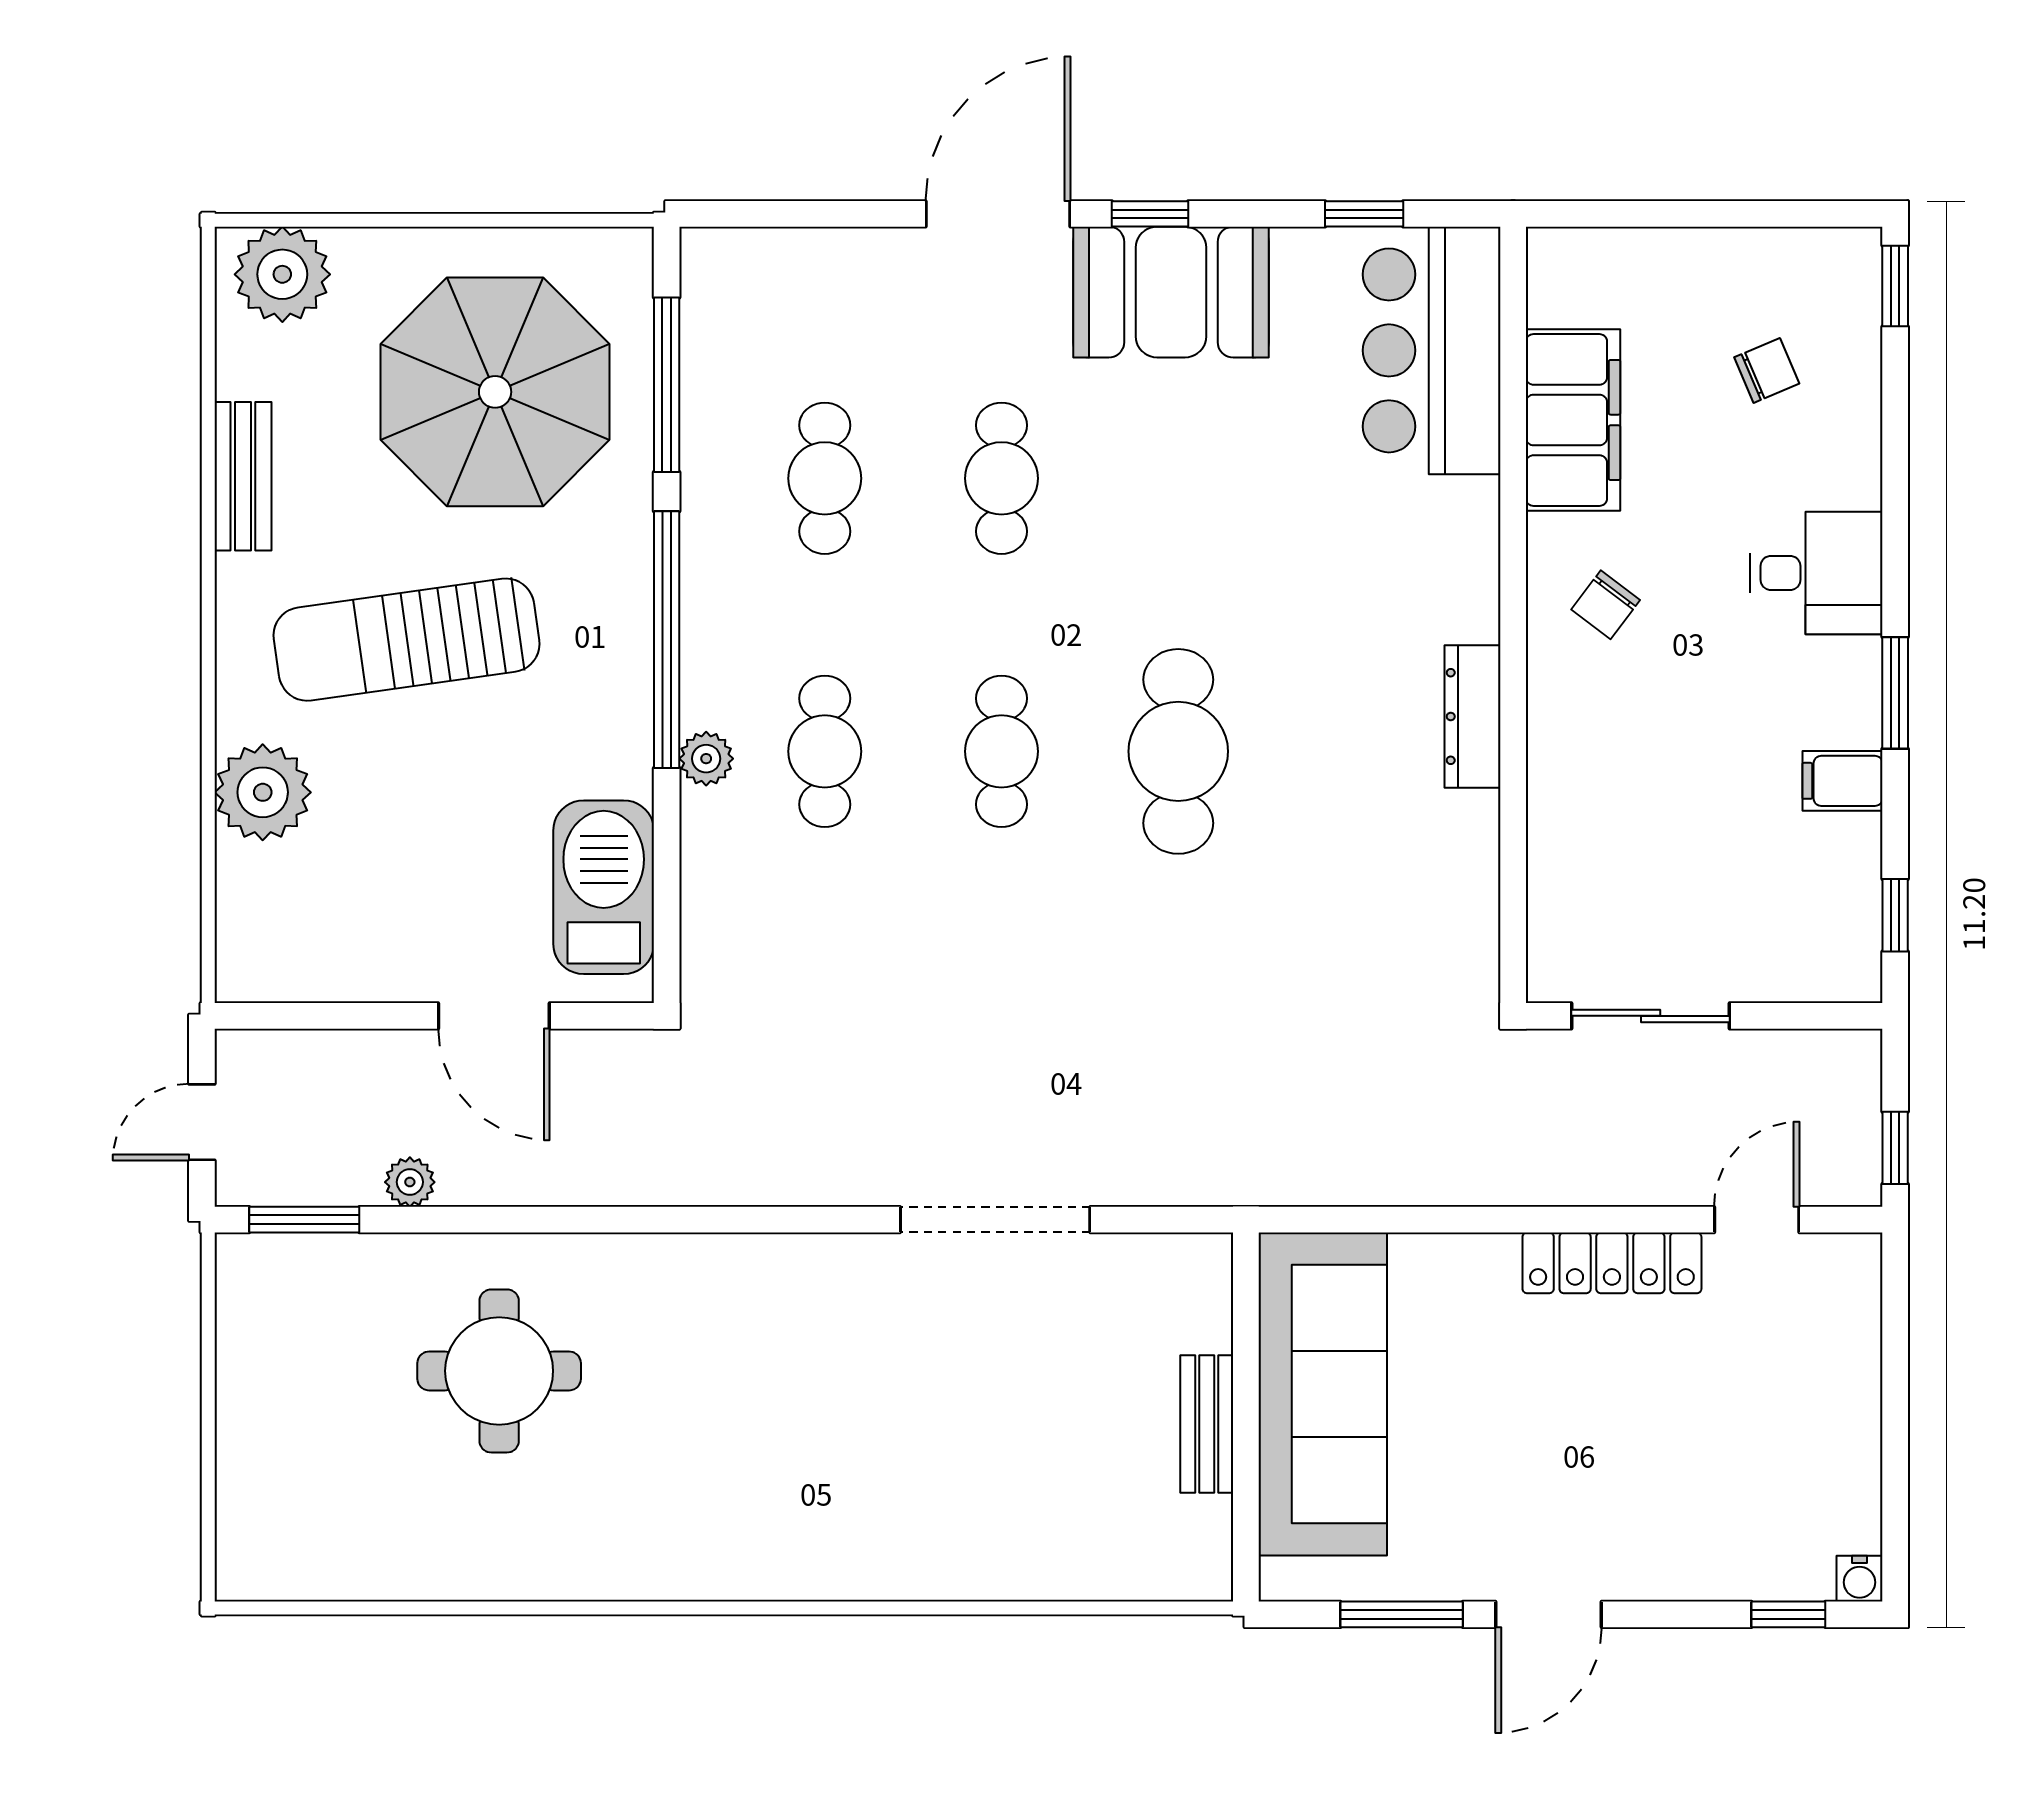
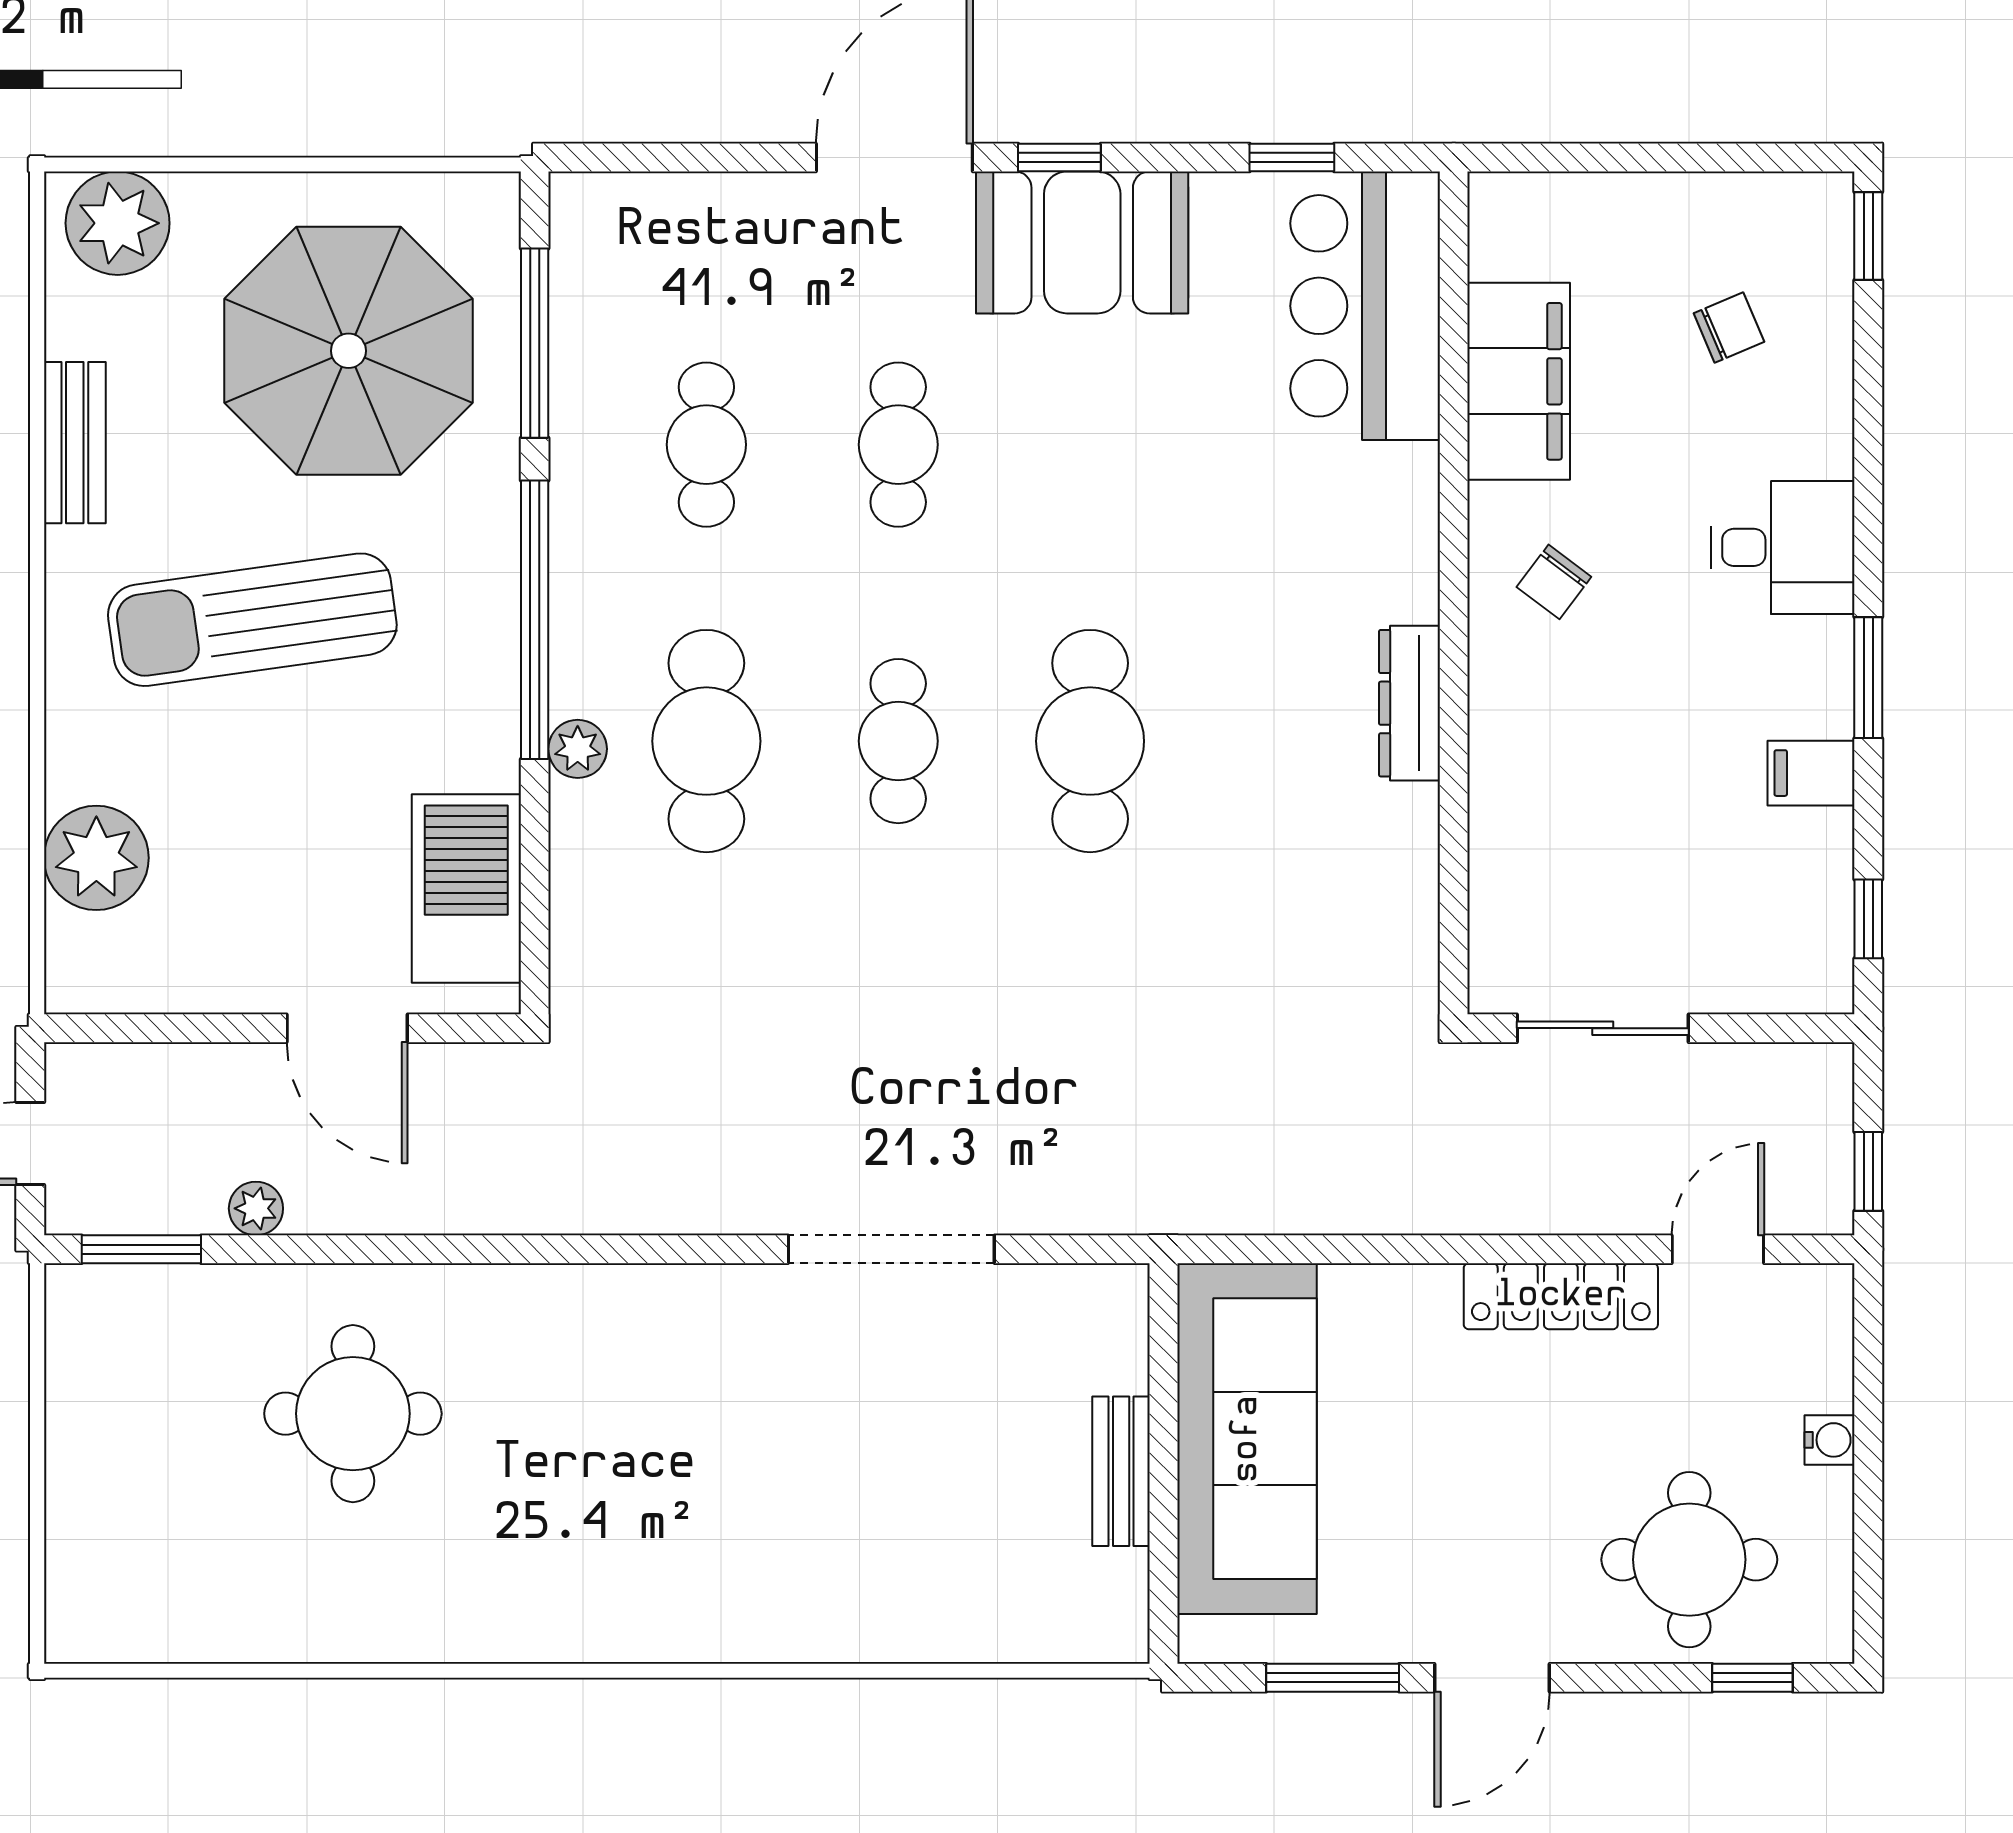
cafe table: (825, 751) -> (706, 741), width x1.37, depth x1.35
plant: (263, 792) -> (96, 858), moved
round table: (1730, 1505) -> (1689, 1560), added
water cooler: (1859, 1579) -> (1830, 1440), moved, turned -90

